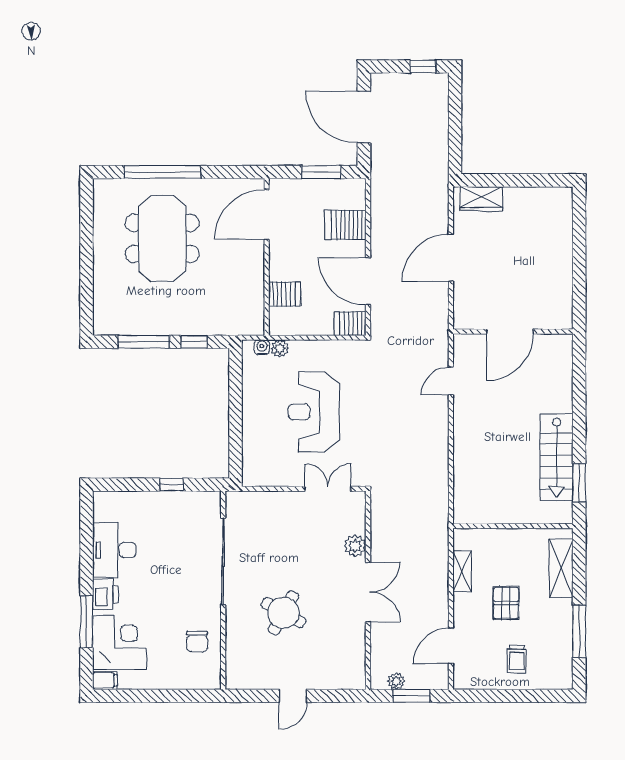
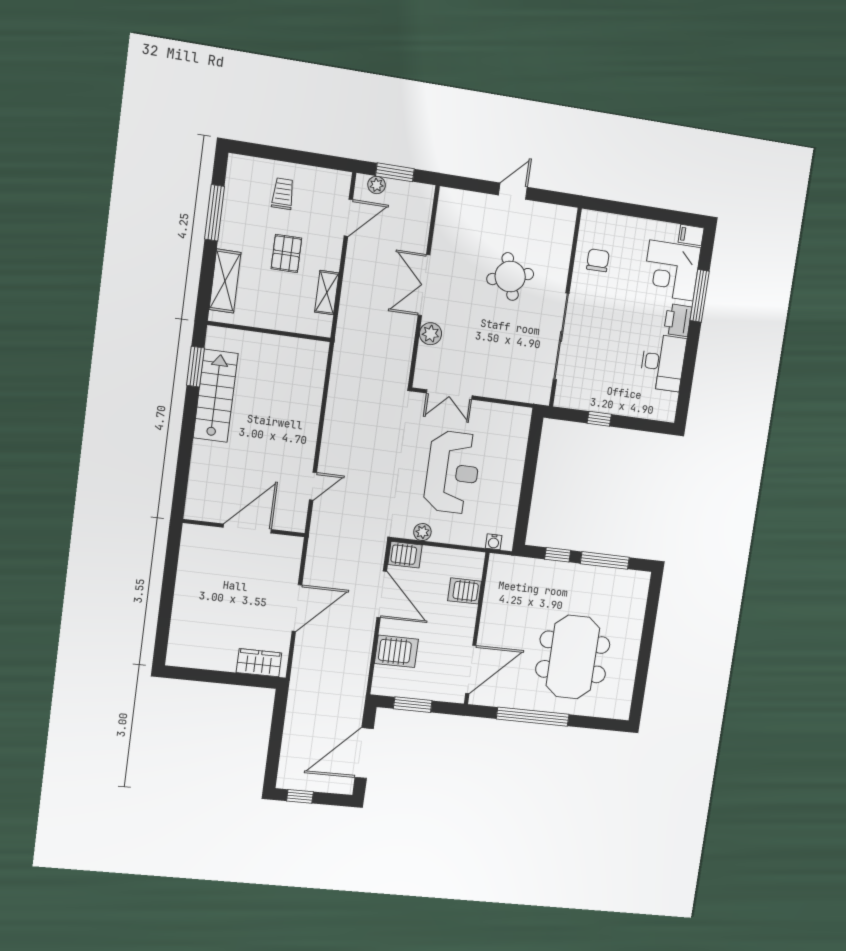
door: (364, 117) -> (364, 753), swing flipped
window: (162, 172) -> (533, 717), moved
plant: (280, 349) -> (422, 532), moved
round table: (283, 613) -> (510, 277), turned 45
plant: (396, 681) -> (377, 185), moved

